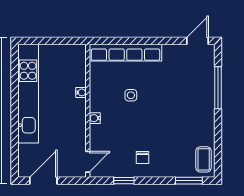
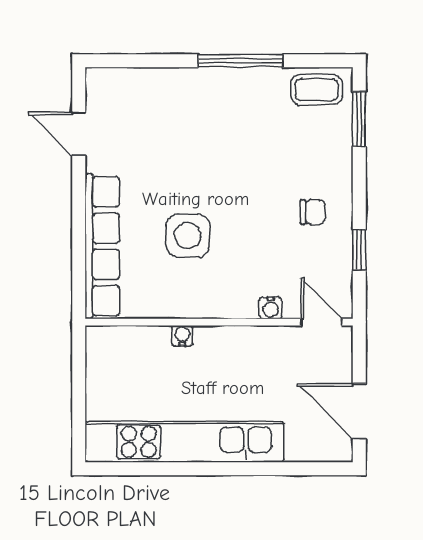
door: (198, 41) -> (79, 134), moved
window: (218, 88) -> (241, 61), moved
side table: (131, 95) -> (188, 236), width x1.87, depth x1.87
water cooler: (95, 118) -> (271, 308), moved

